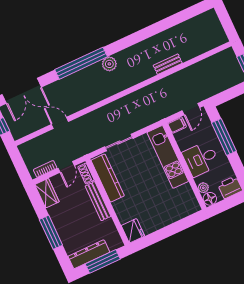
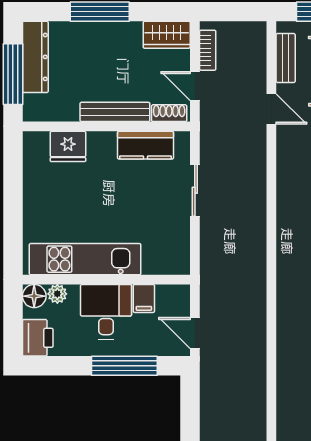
bench: (168, 64) -> (286, 58), moved
door: (60, 123) -> (271, 109), hinge flipped
filing cabinet: (177, 125) -> (144, 298), moved
kitchen unit: (168, 157) -> (85, 259), moved
kitchen counter: (108, 178) -> (145, 145), width x0.67
fridge: (133, 231) -> (68, 146), moved

